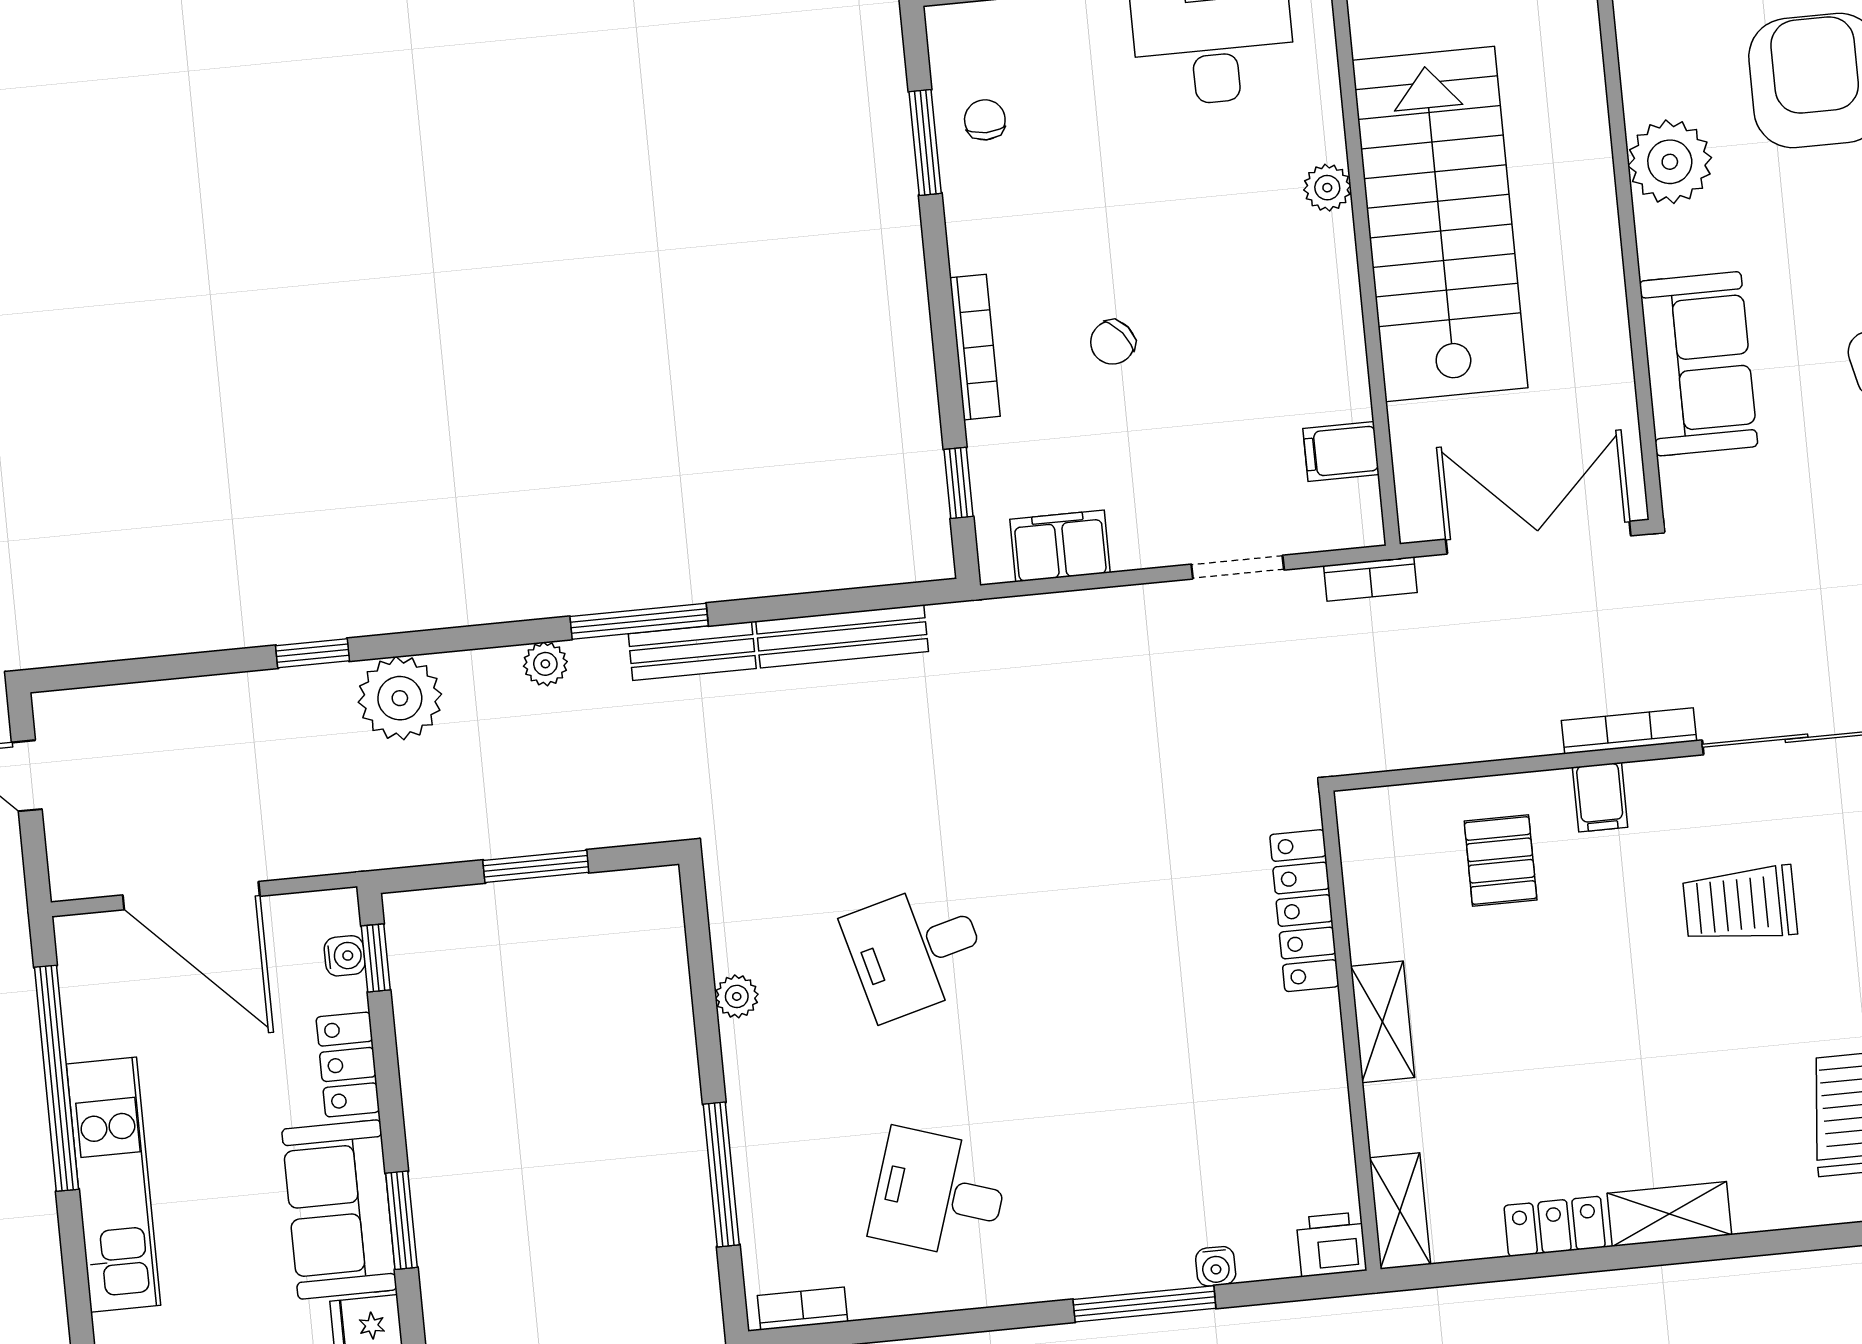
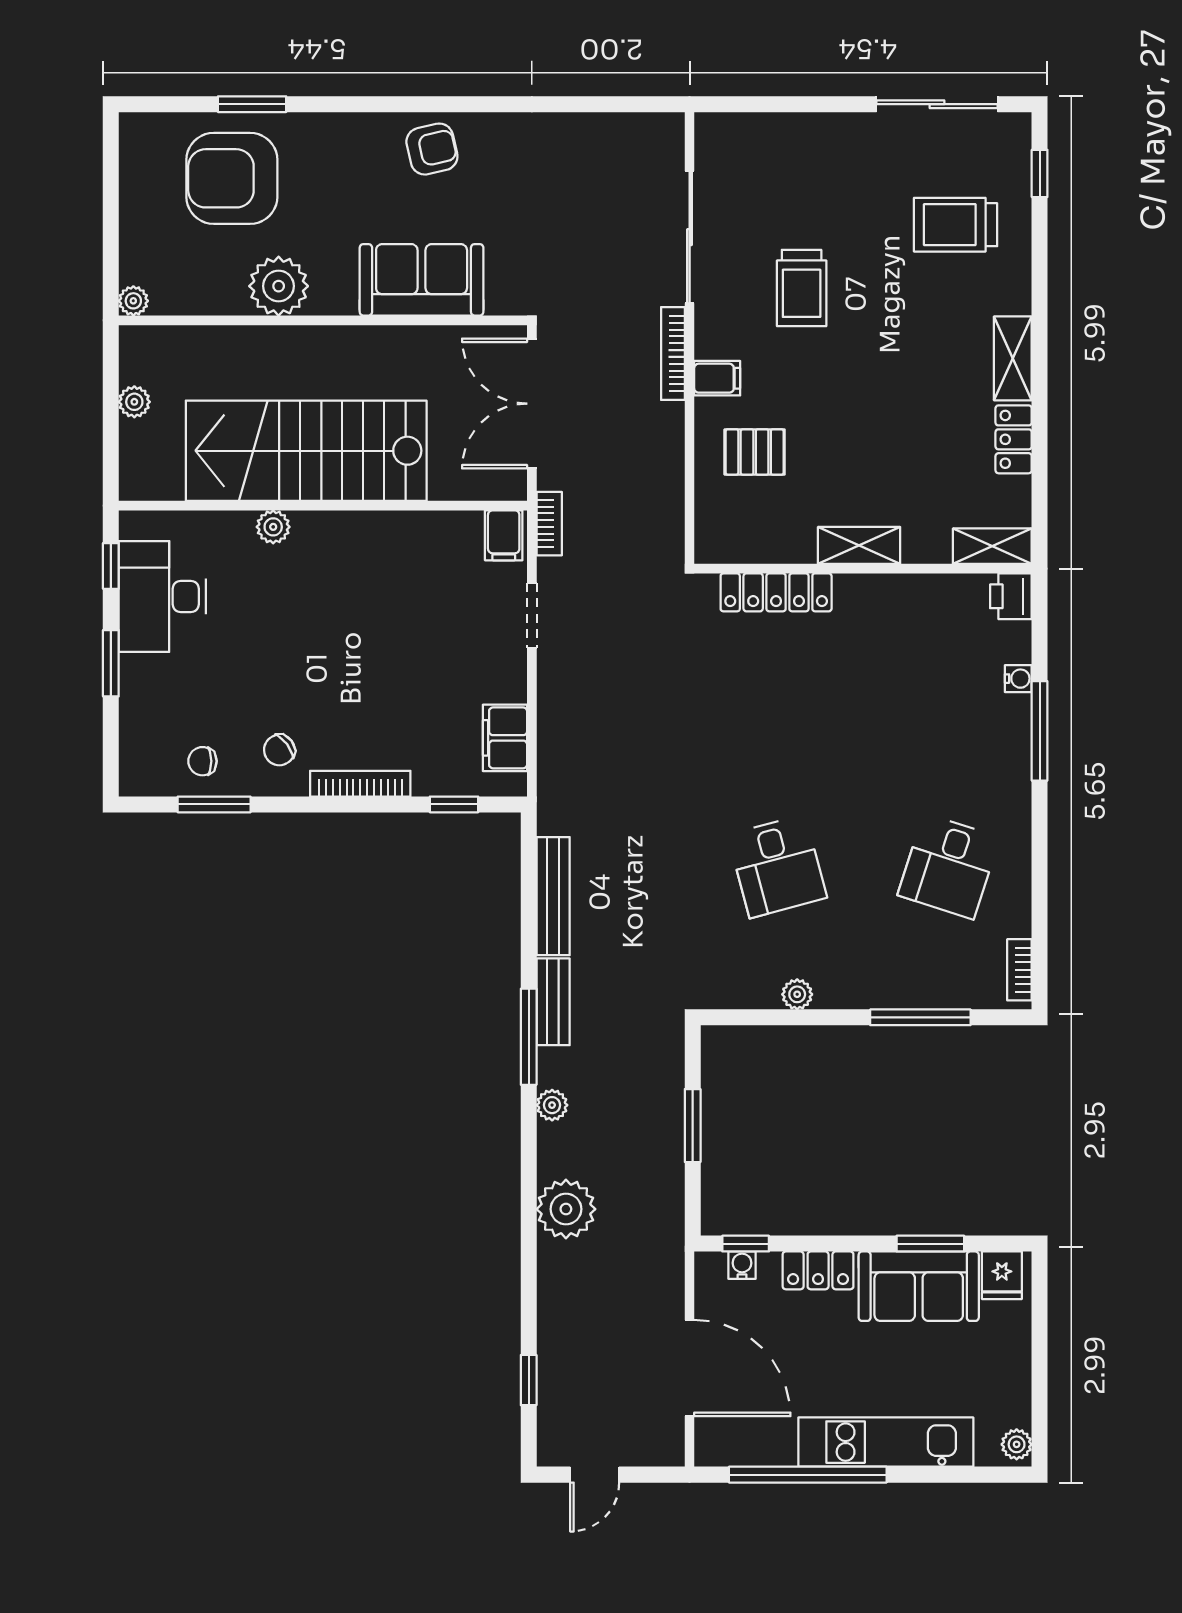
chair: (1113, 342) -> (279, 750), moved, turned 92
filing cabinet: (1341, 451) -> (504, 535), moved
window: (312, 653) -> (529, 1380), moved
door: (191, 896) -> (690, 1368), hinge flipped

